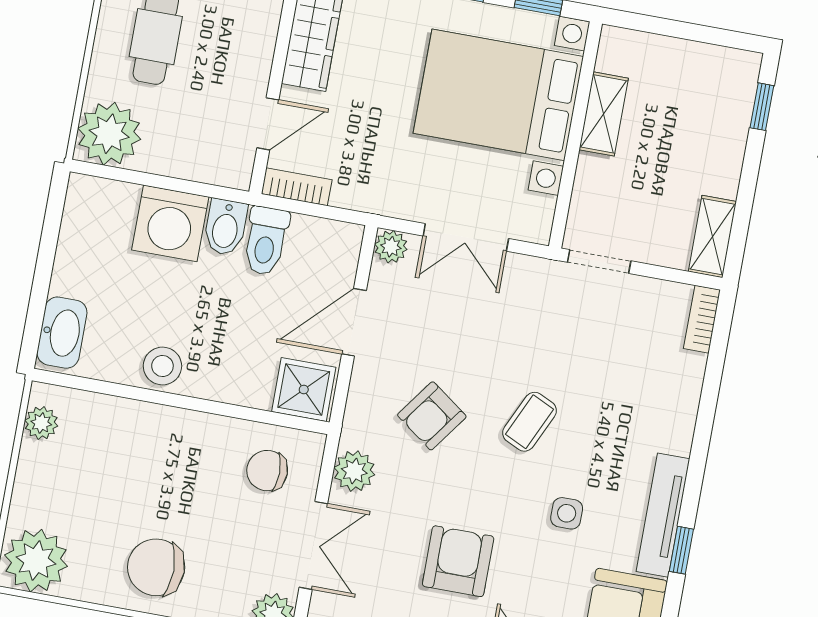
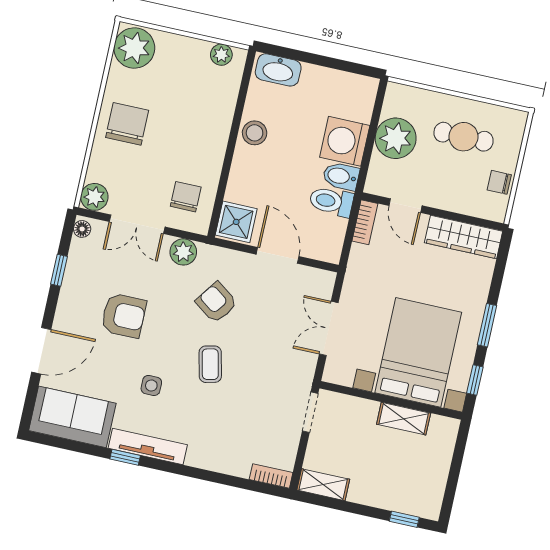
plant: (109, 134) -> (396, 138), moved
plant: (391, 247) -> (325, 281), removed
coffee table: (529, 422) -> (210, 364), turned 52

